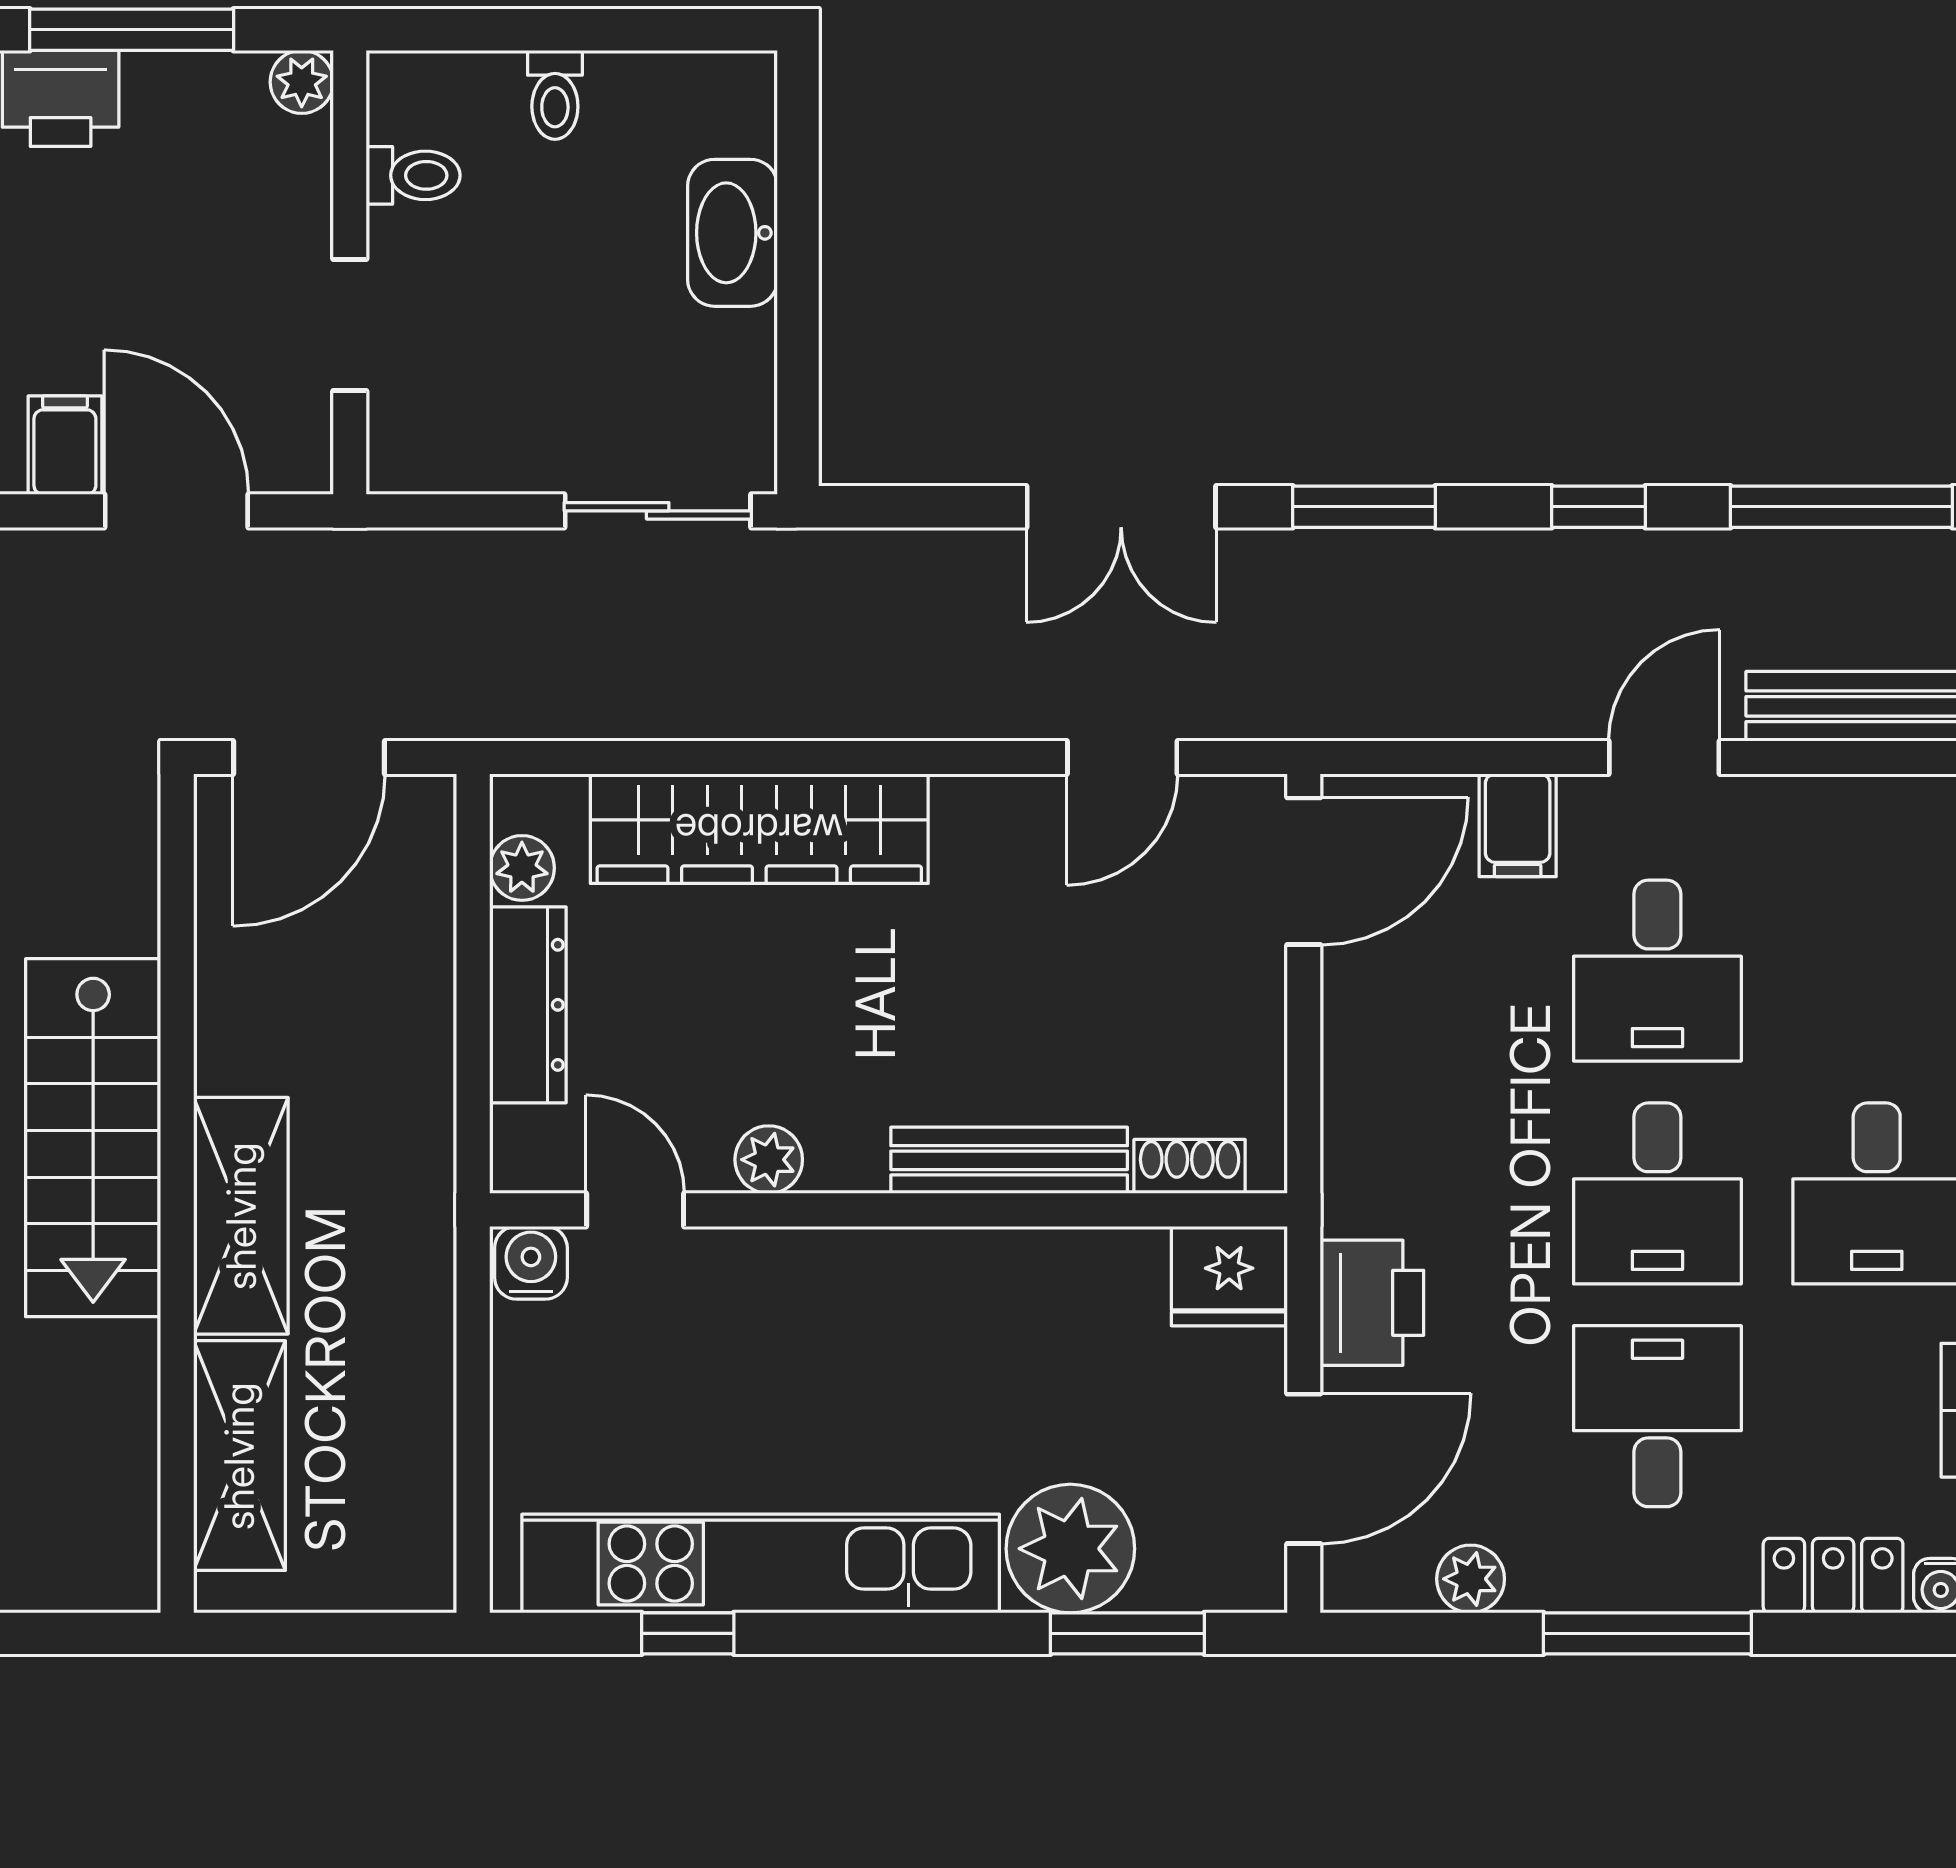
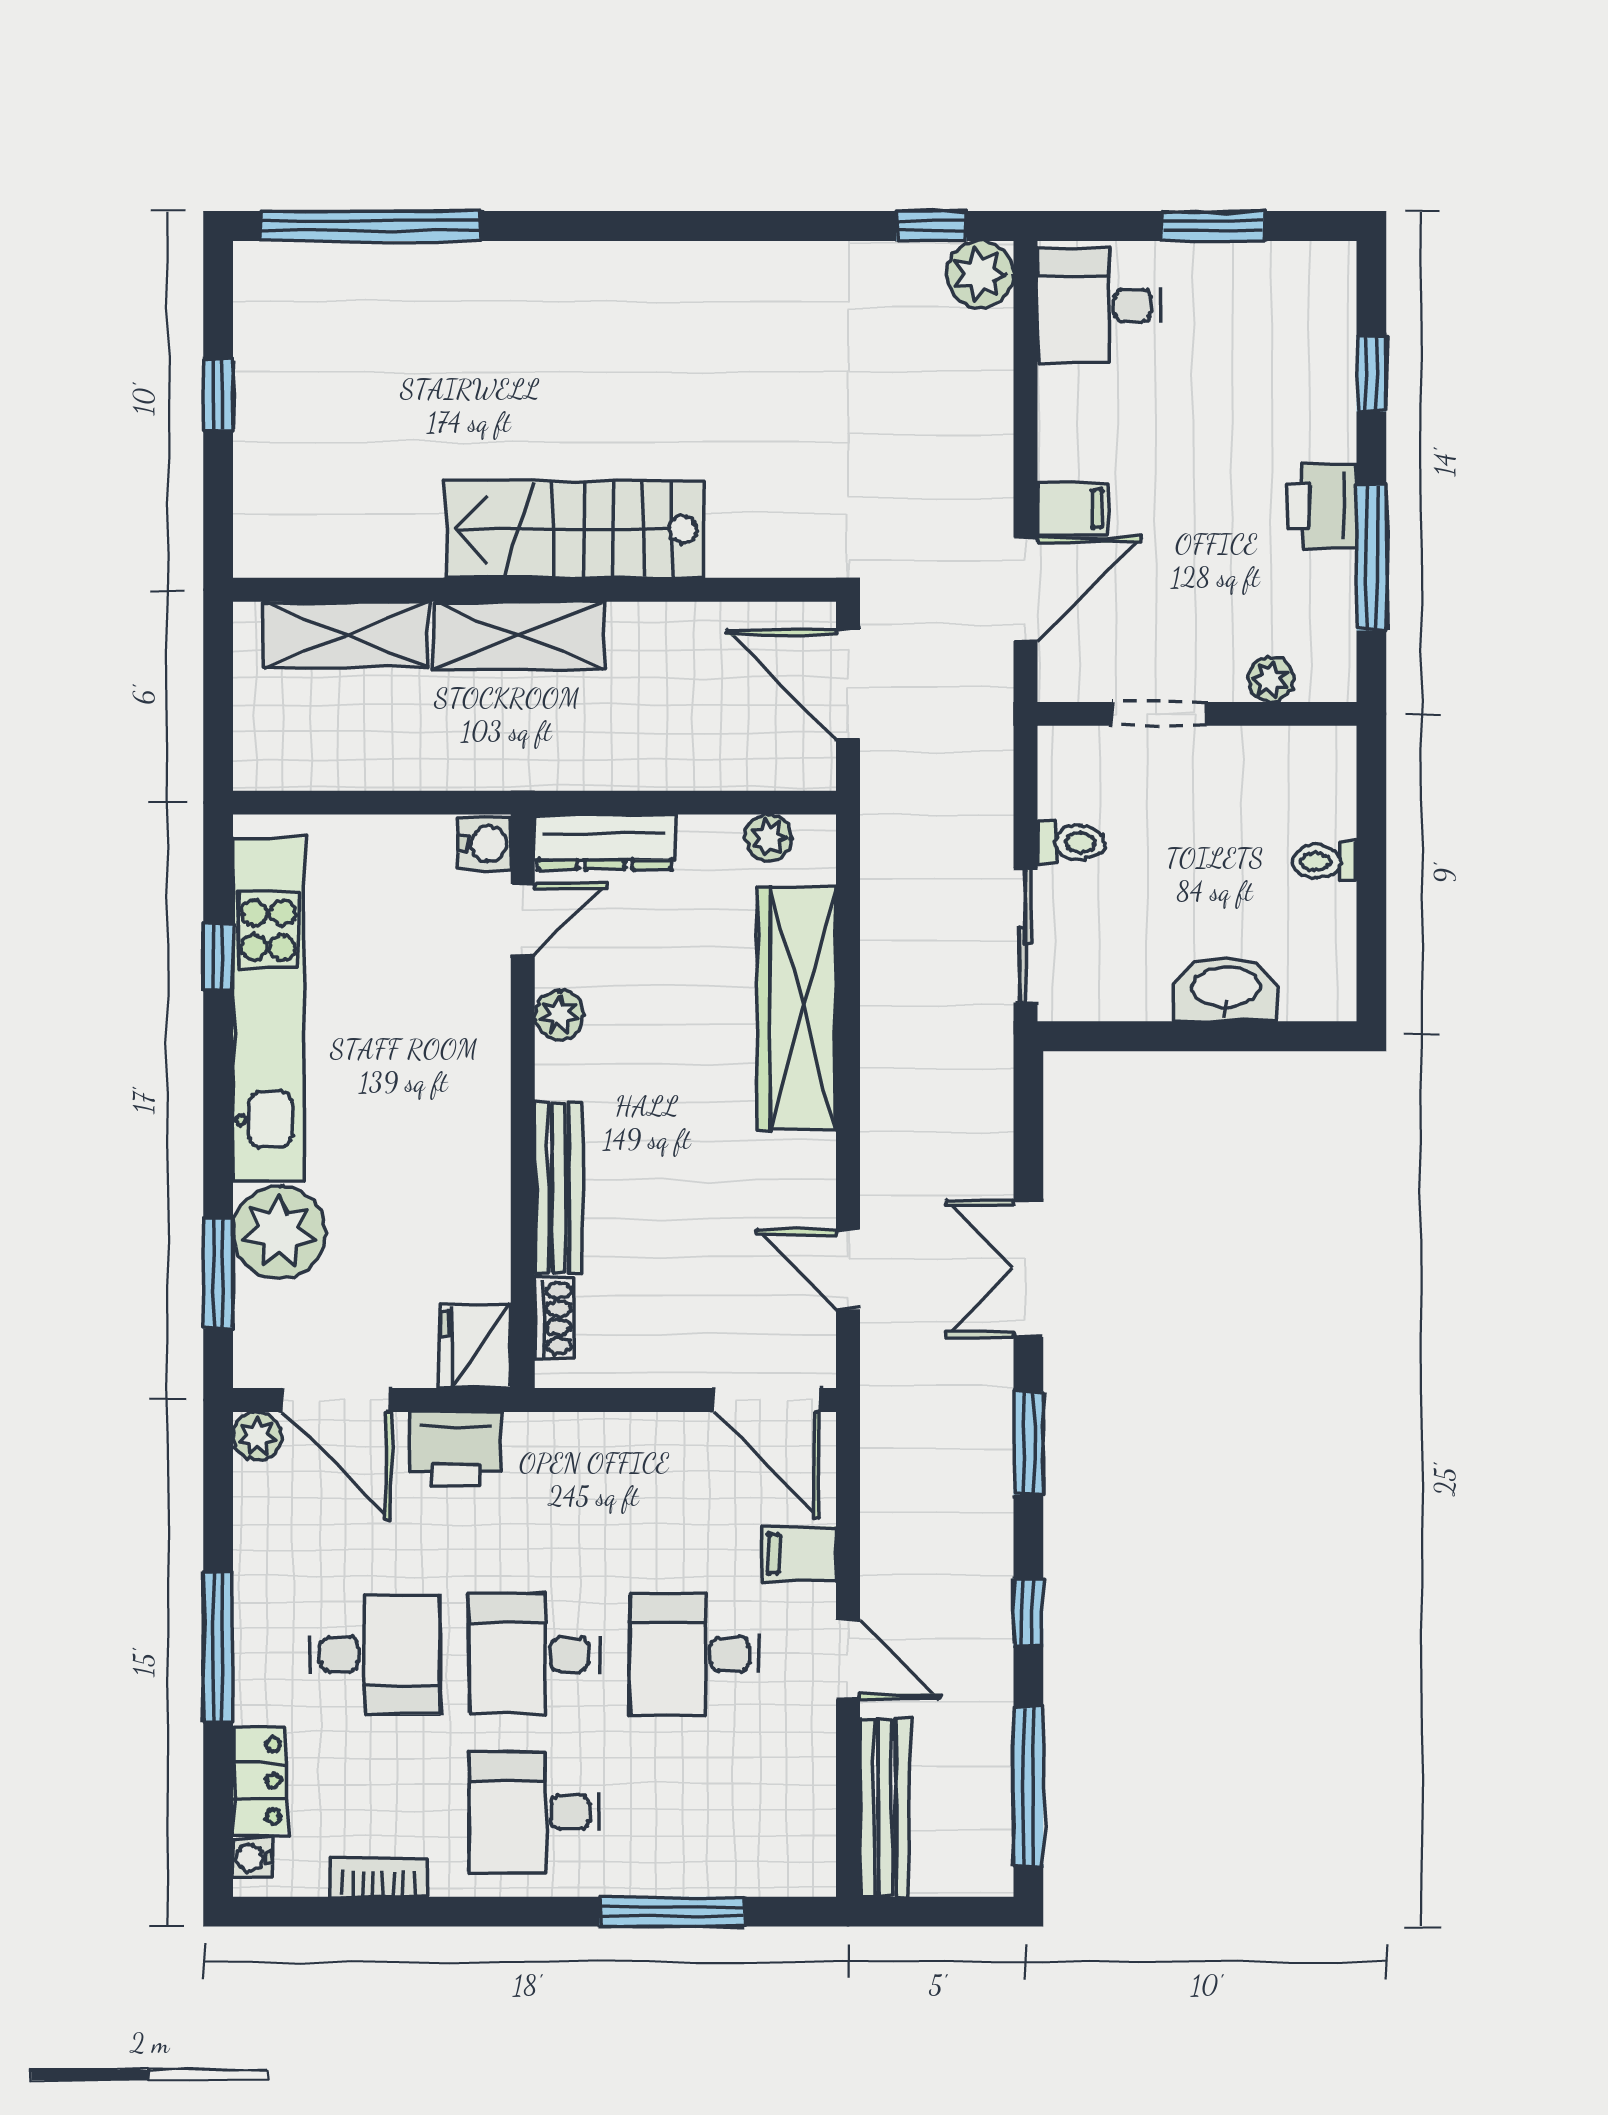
plant: (302, 82) -> (1271, 679), moved
toilet: (413, 175) -> (1071, 842), moved, turned -90
dresser: (528, 1005) -> (605, 842), moved
plant: (1471, 1579) -> (257, 1436), moved

